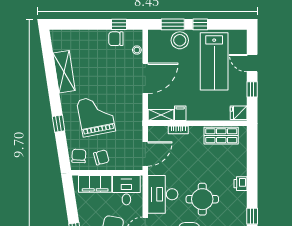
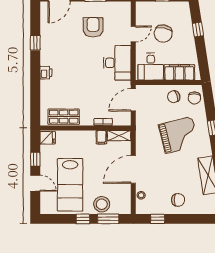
chair: (116, 39) -> (178, 200), moved
lab bench: (214, 61) -> (70, 185), turned 180
grand piano: (96, 116) -> (179, 135), turned -93
round table: (202, 199) -> (81, 58), removed

